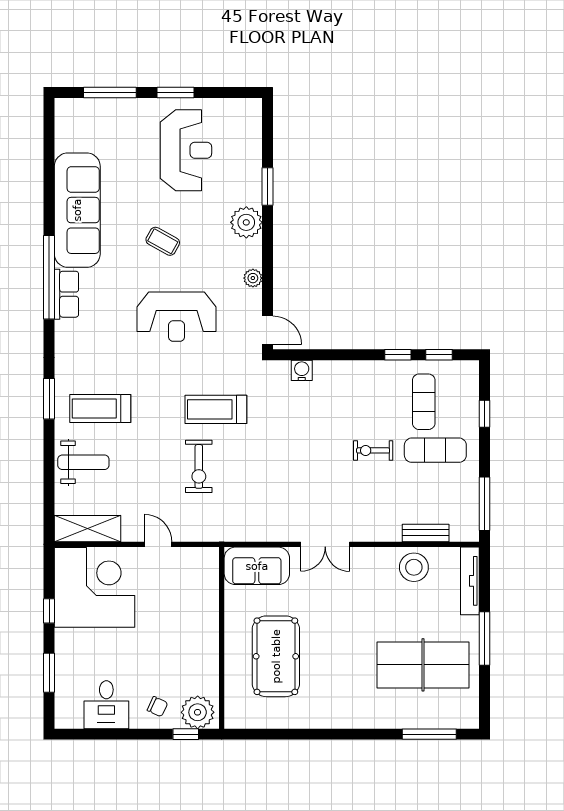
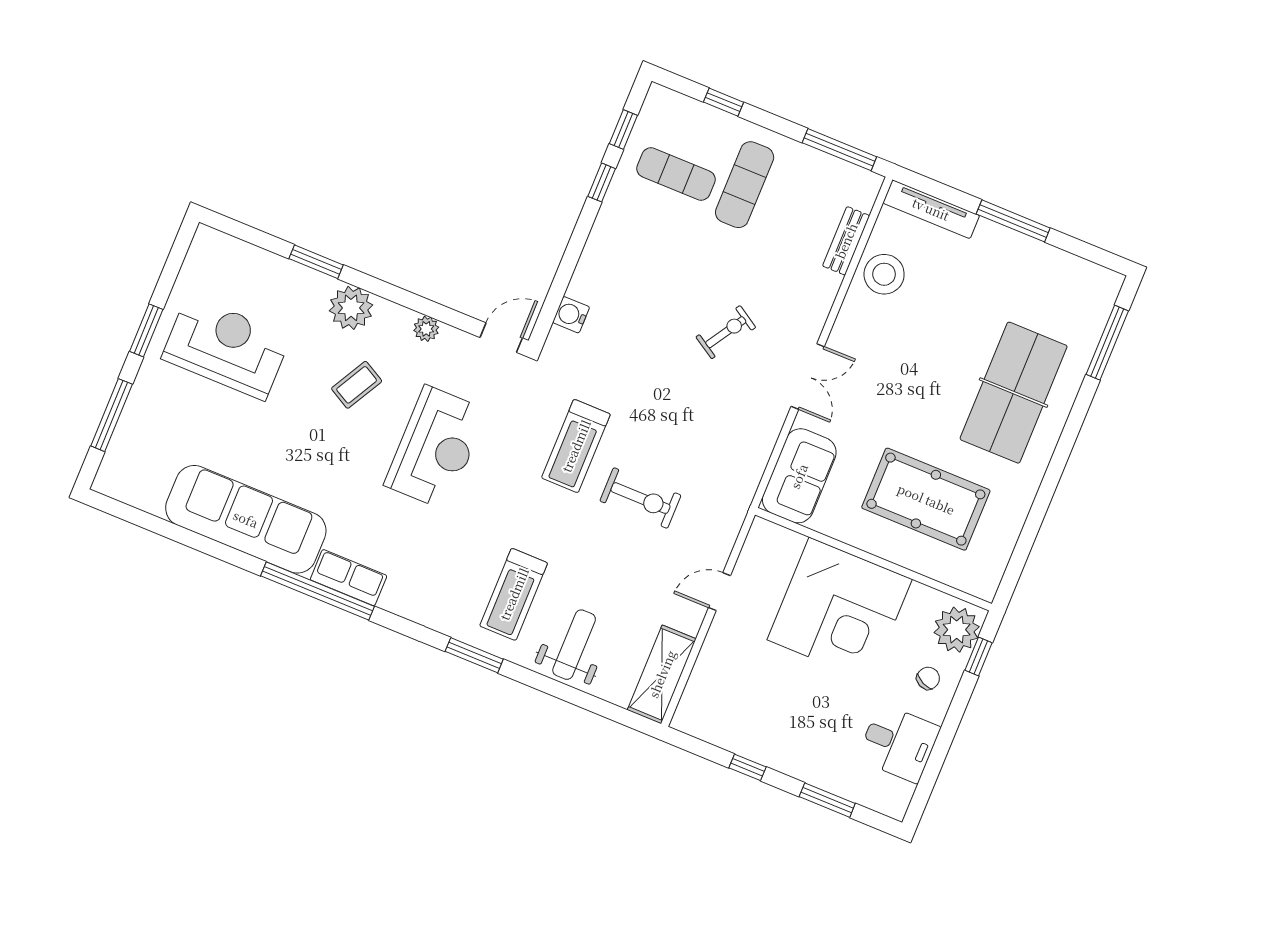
coffee table: (163, 241) -> (357, 385), moved
exercise bike: (373, 450) -> (726, 332), moved, turned -148
corner desk: (95, 587) -> (840, 610), moved, turned 180
table tennis table: (423, 665) -> (1014, 393), moved

